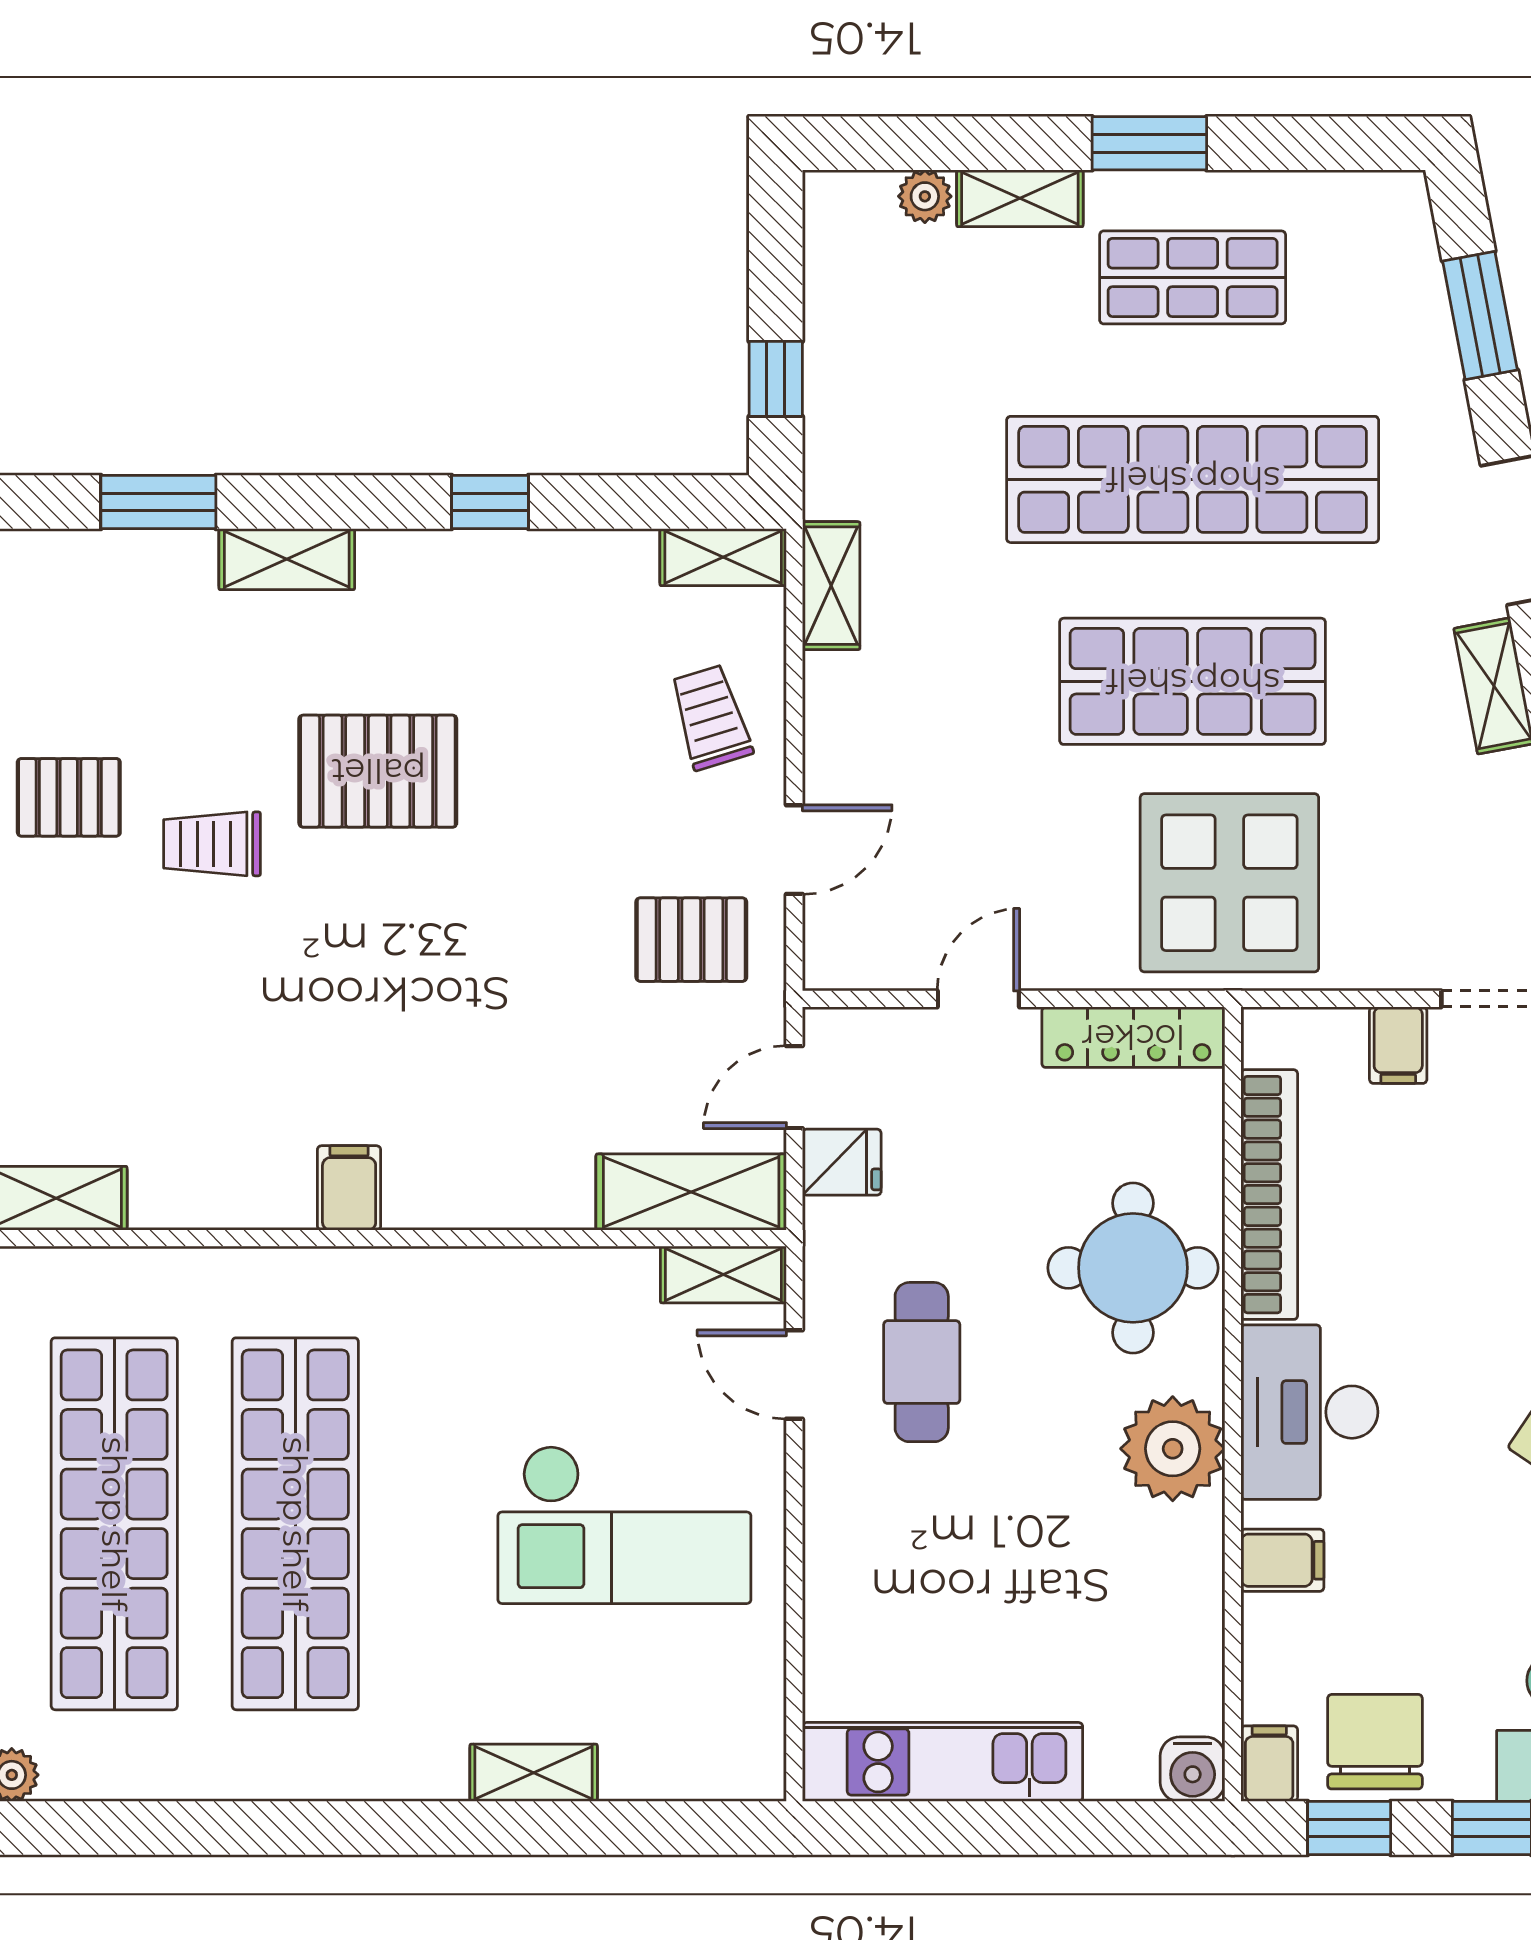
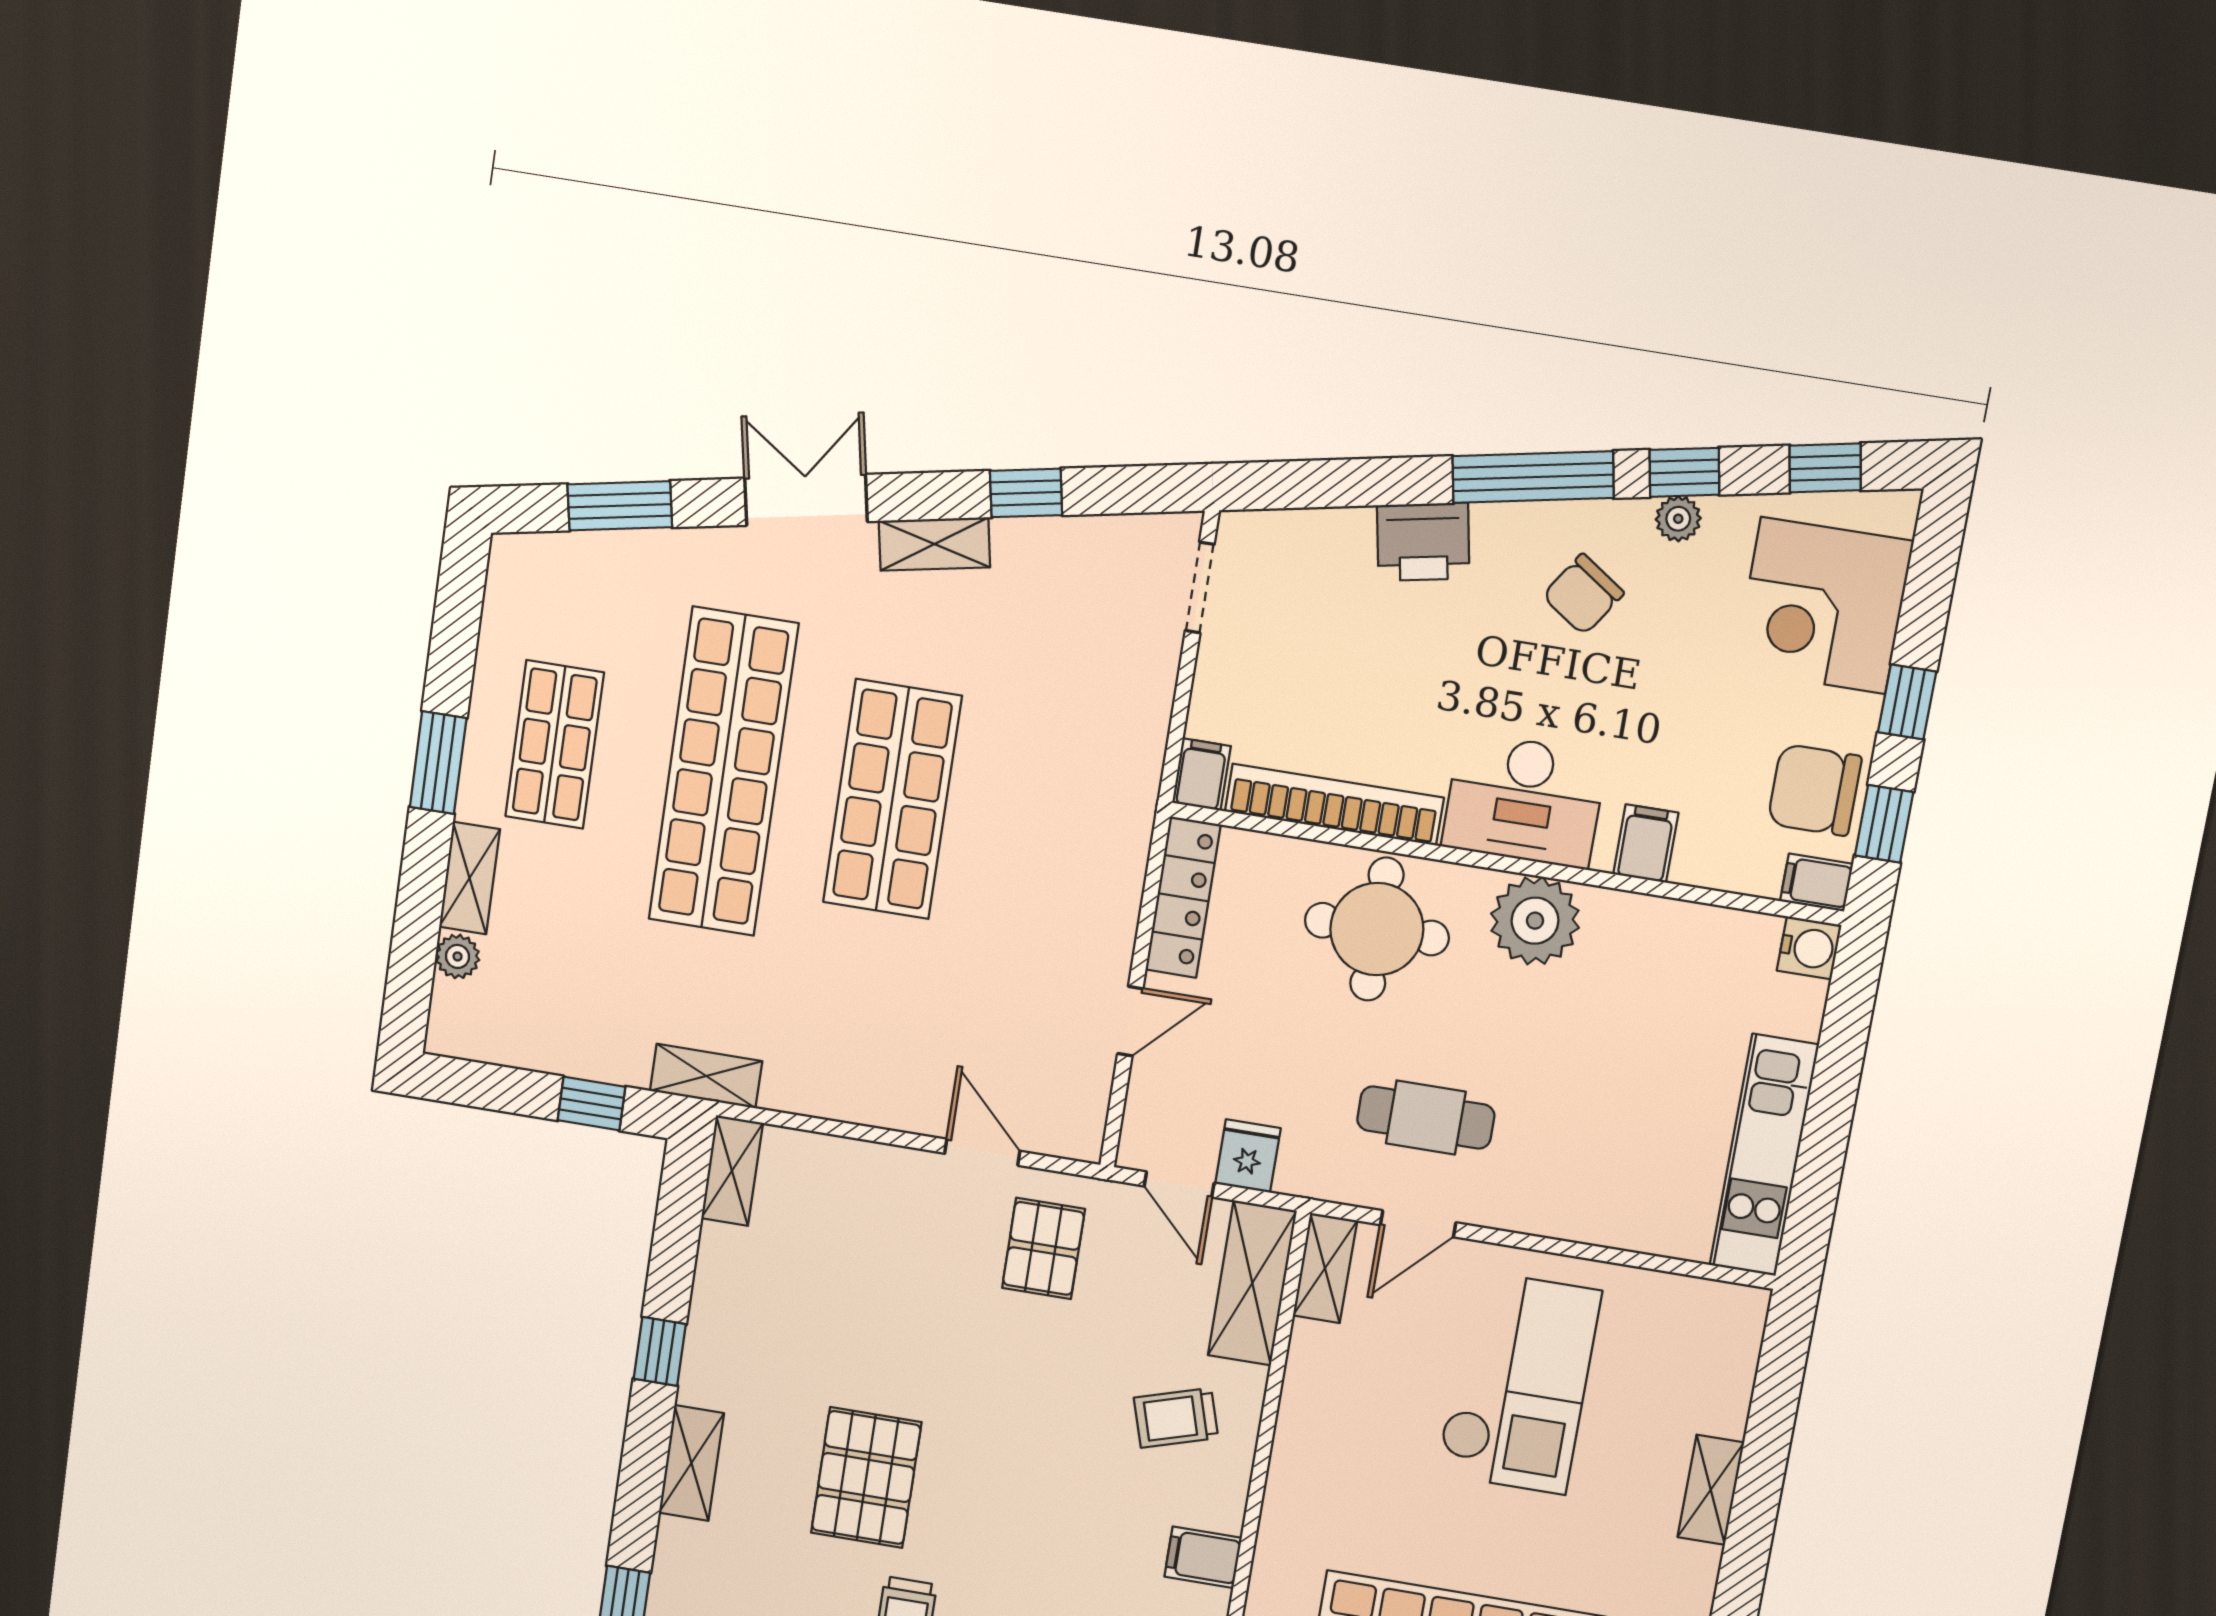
shelving: (287, 559) -> (691, 1463), moved
shelving: (831, 586) -> (706, 1076), moved
trolley: (711, 717) -> (1176, 1418), moved
display table: (1229, 883) -> (1066, 796), removed
door: (978, 999) -> (1130, 1021), swing flipped
filing cabinet: (1398, 1045) -> (1202, 775), moved, turned -90

